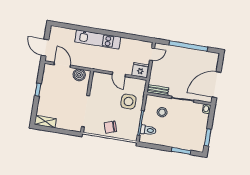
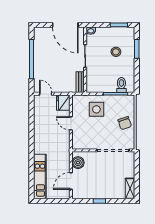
kitchen unit: (98, 39) -> (40, 177), moved
door: (45, 48) -> (57, 201), removed
door: (119, 74) -> (71, 123), swing flipped
stool: (162, 112) -> (116, 52), moved

